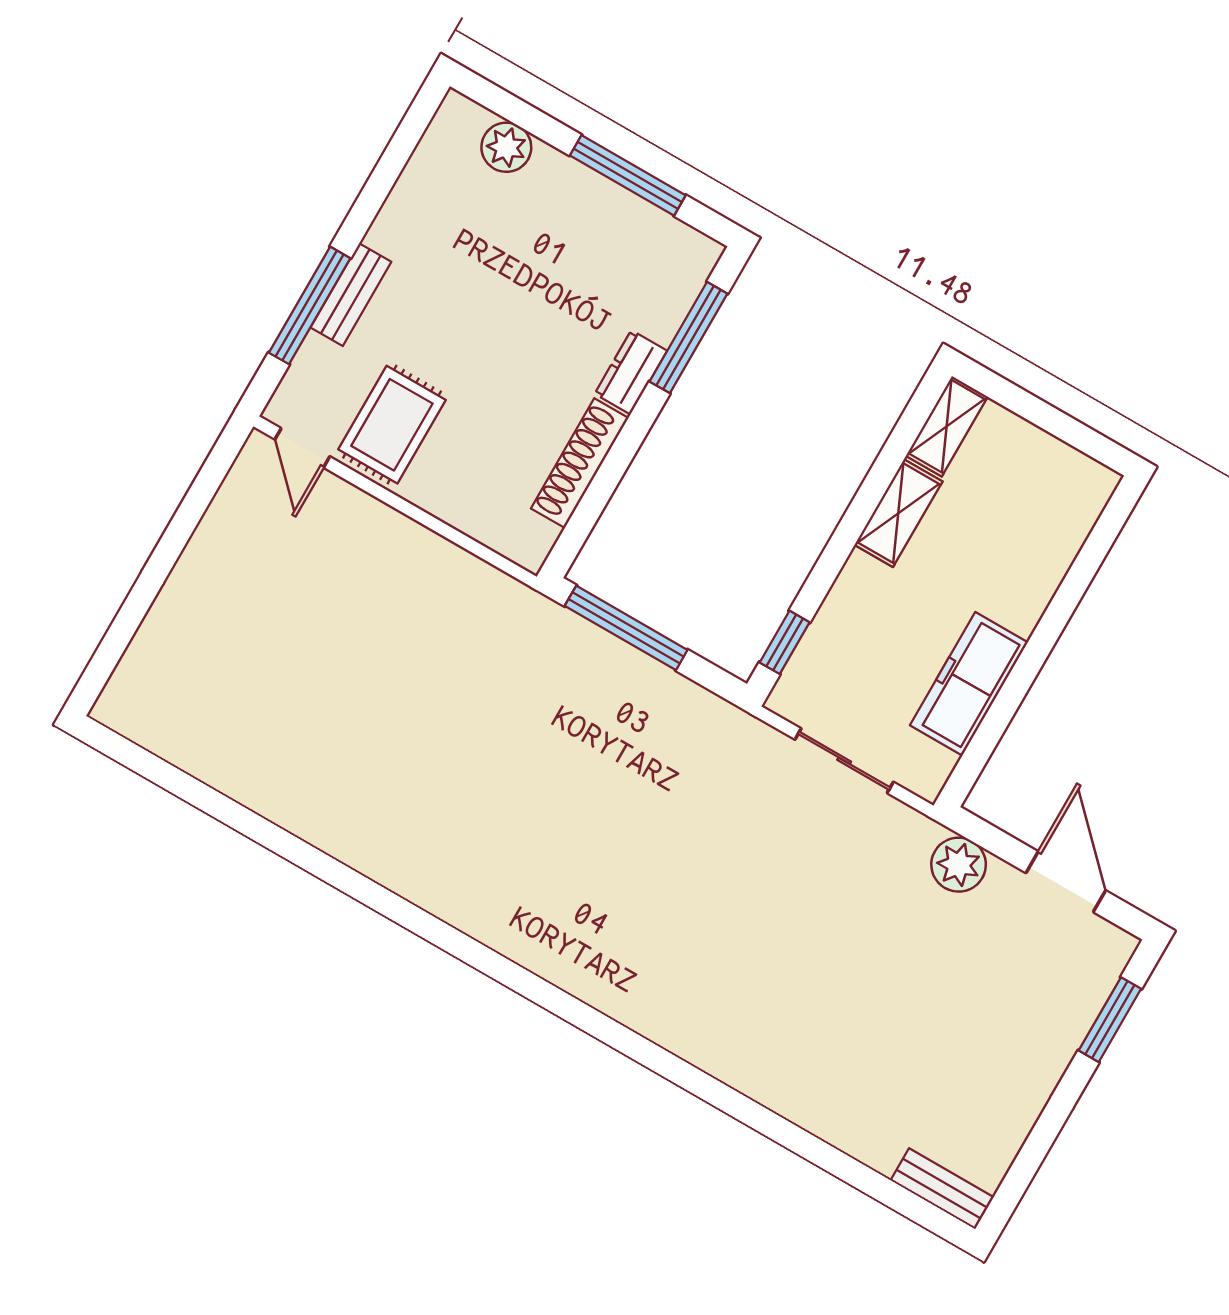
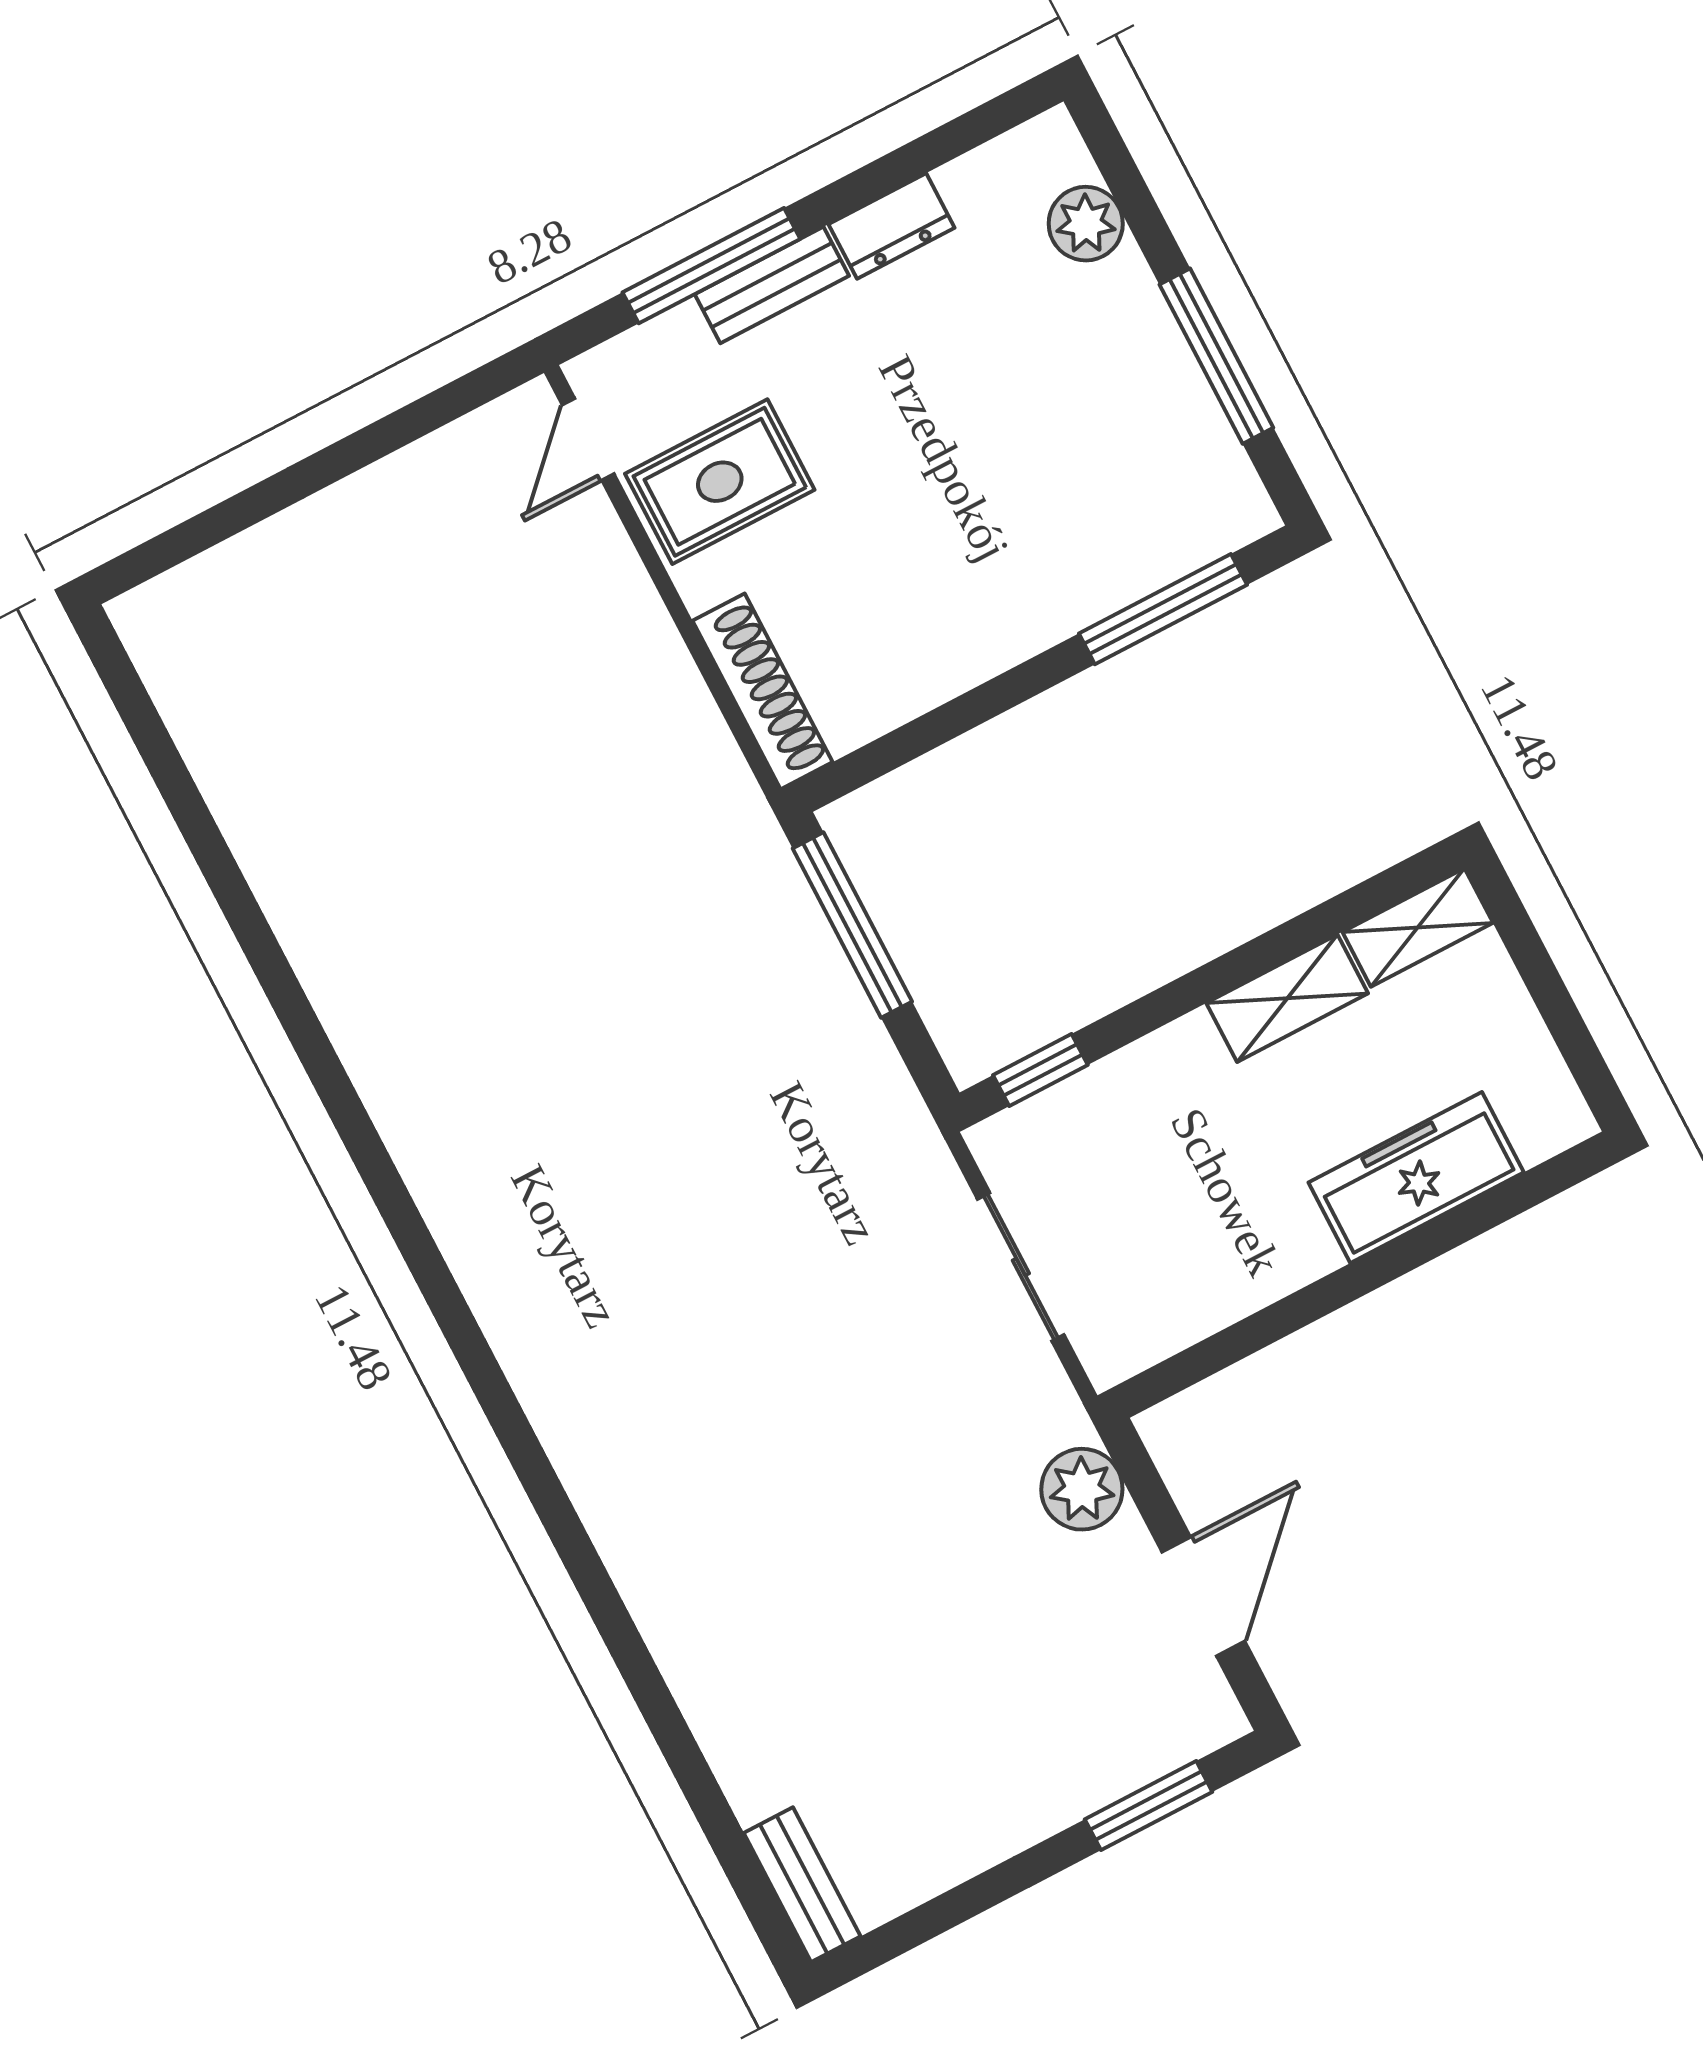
dresser: (631, 372) -> (892, 226), moved, turned 180
shoe rack: (580, 463) -> (763, 691), moved, turned 90
freezer: (969, 684) -> (1416, 1177), moved

